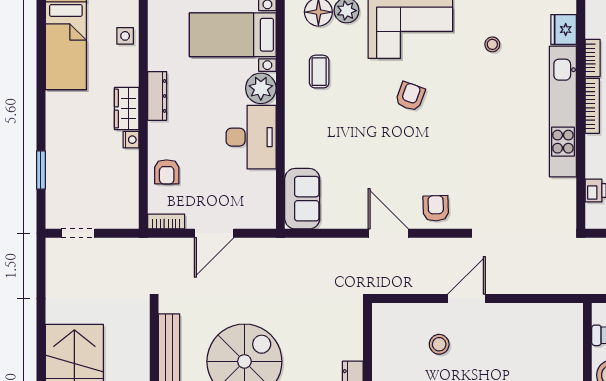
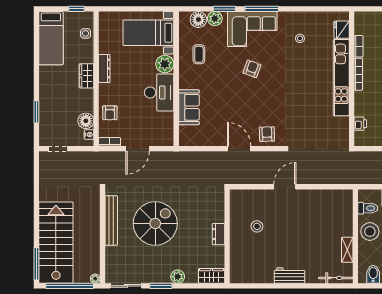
nightstand: (131, 140) -> (89, 135), moved
floor lamp: (125, 186) -> (86, 121), added
sofa: (302, 199) -> (189, 107), moved
stool: (439, 344) -> (257, 226), moved

